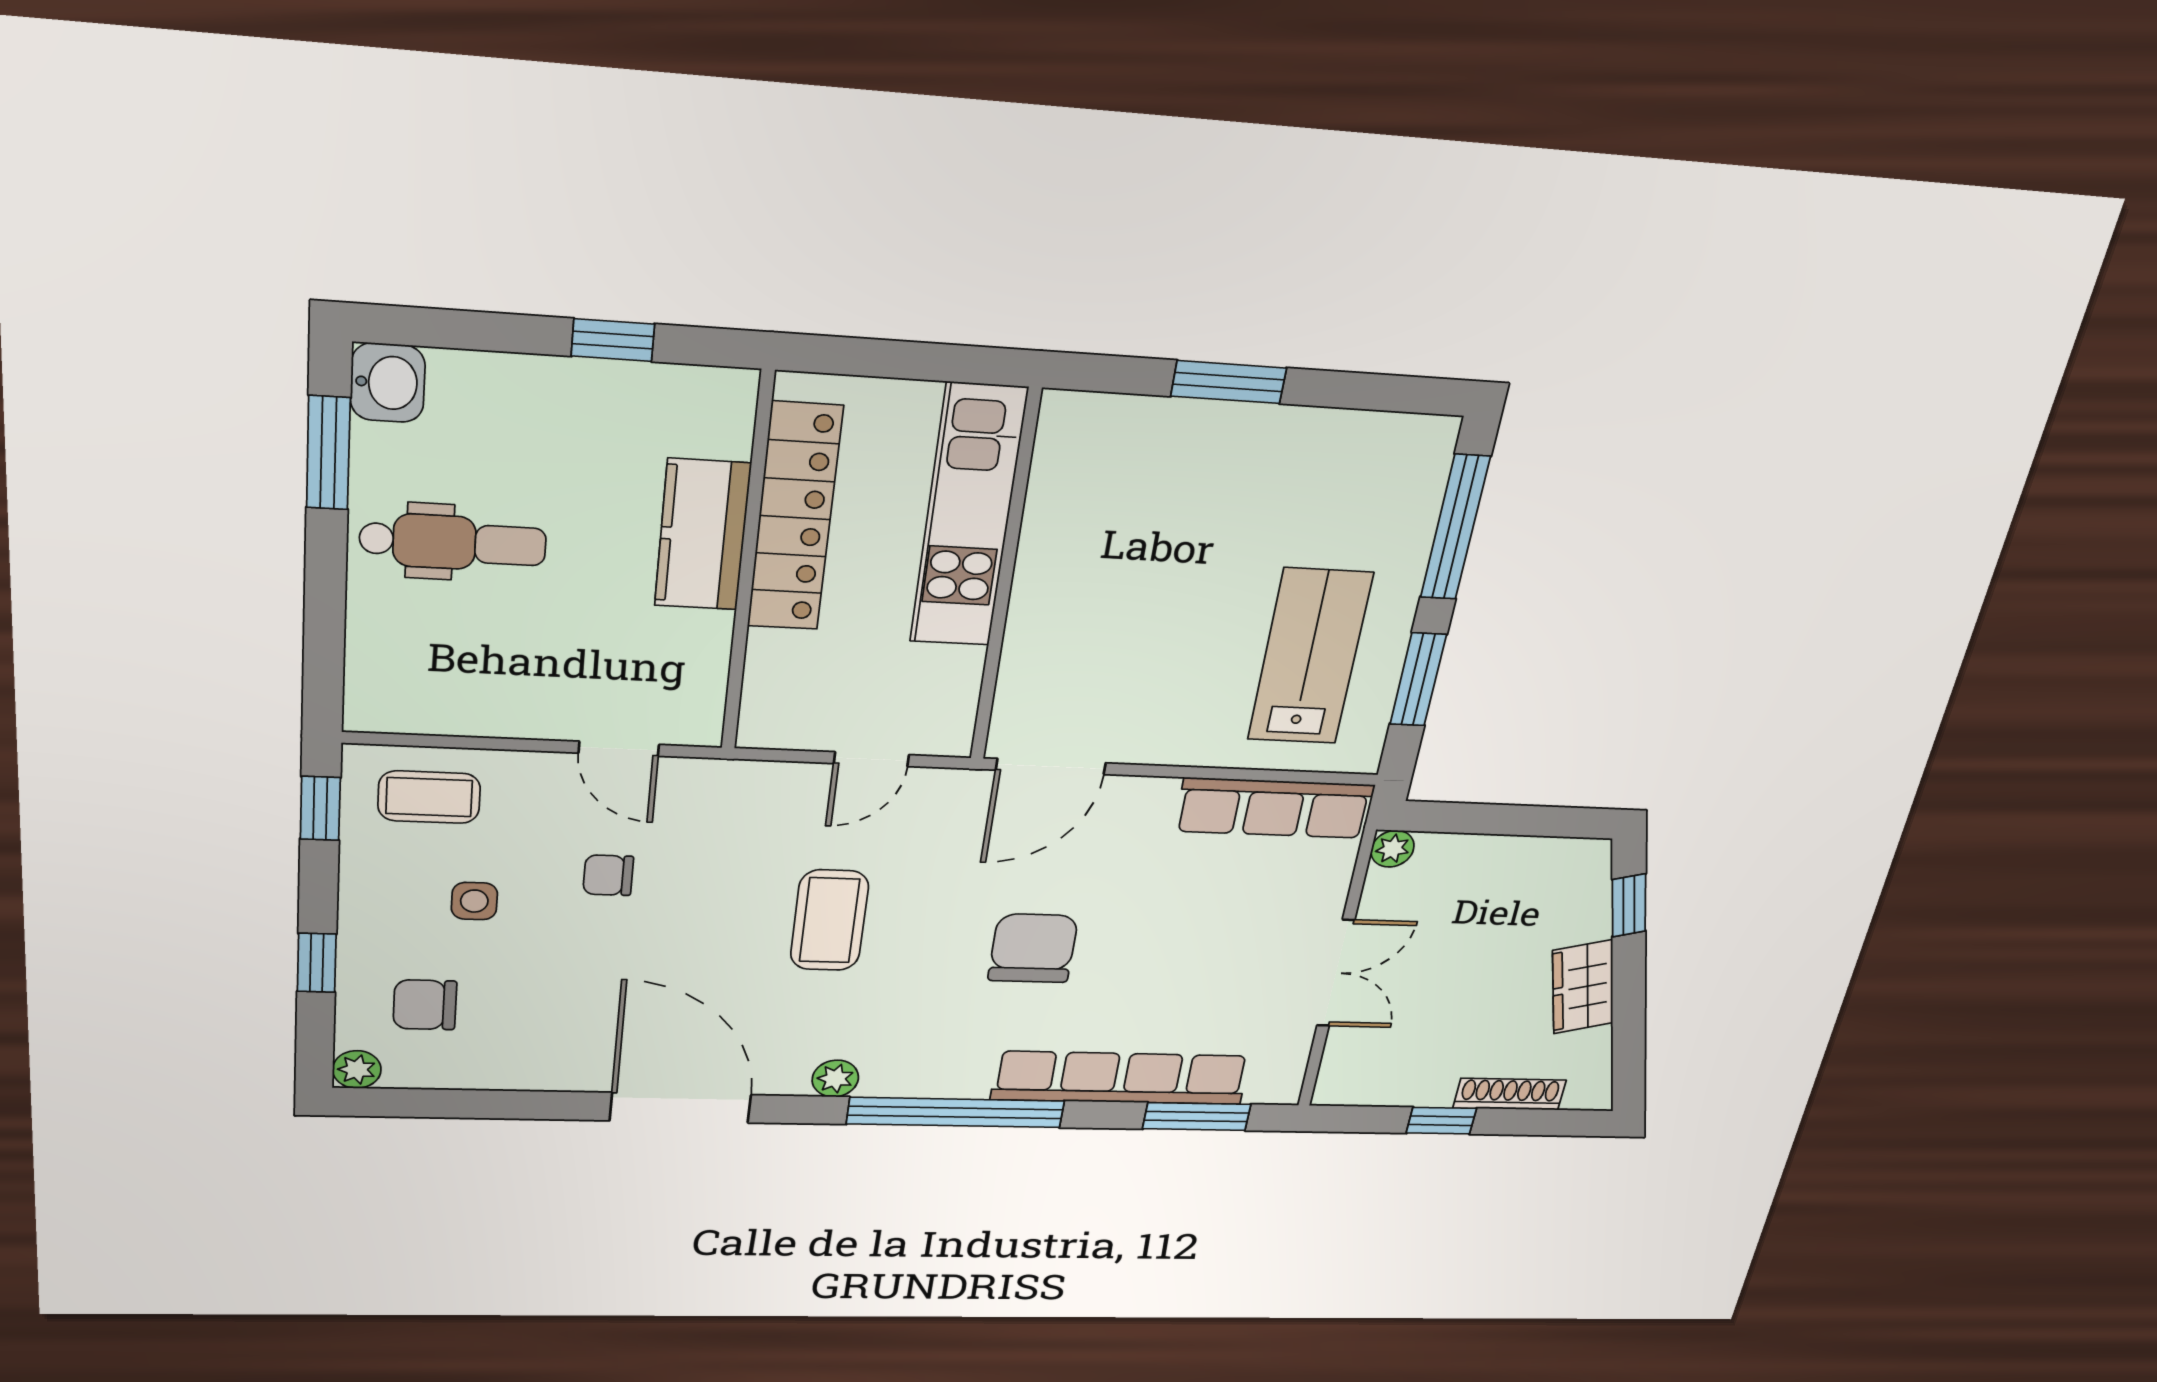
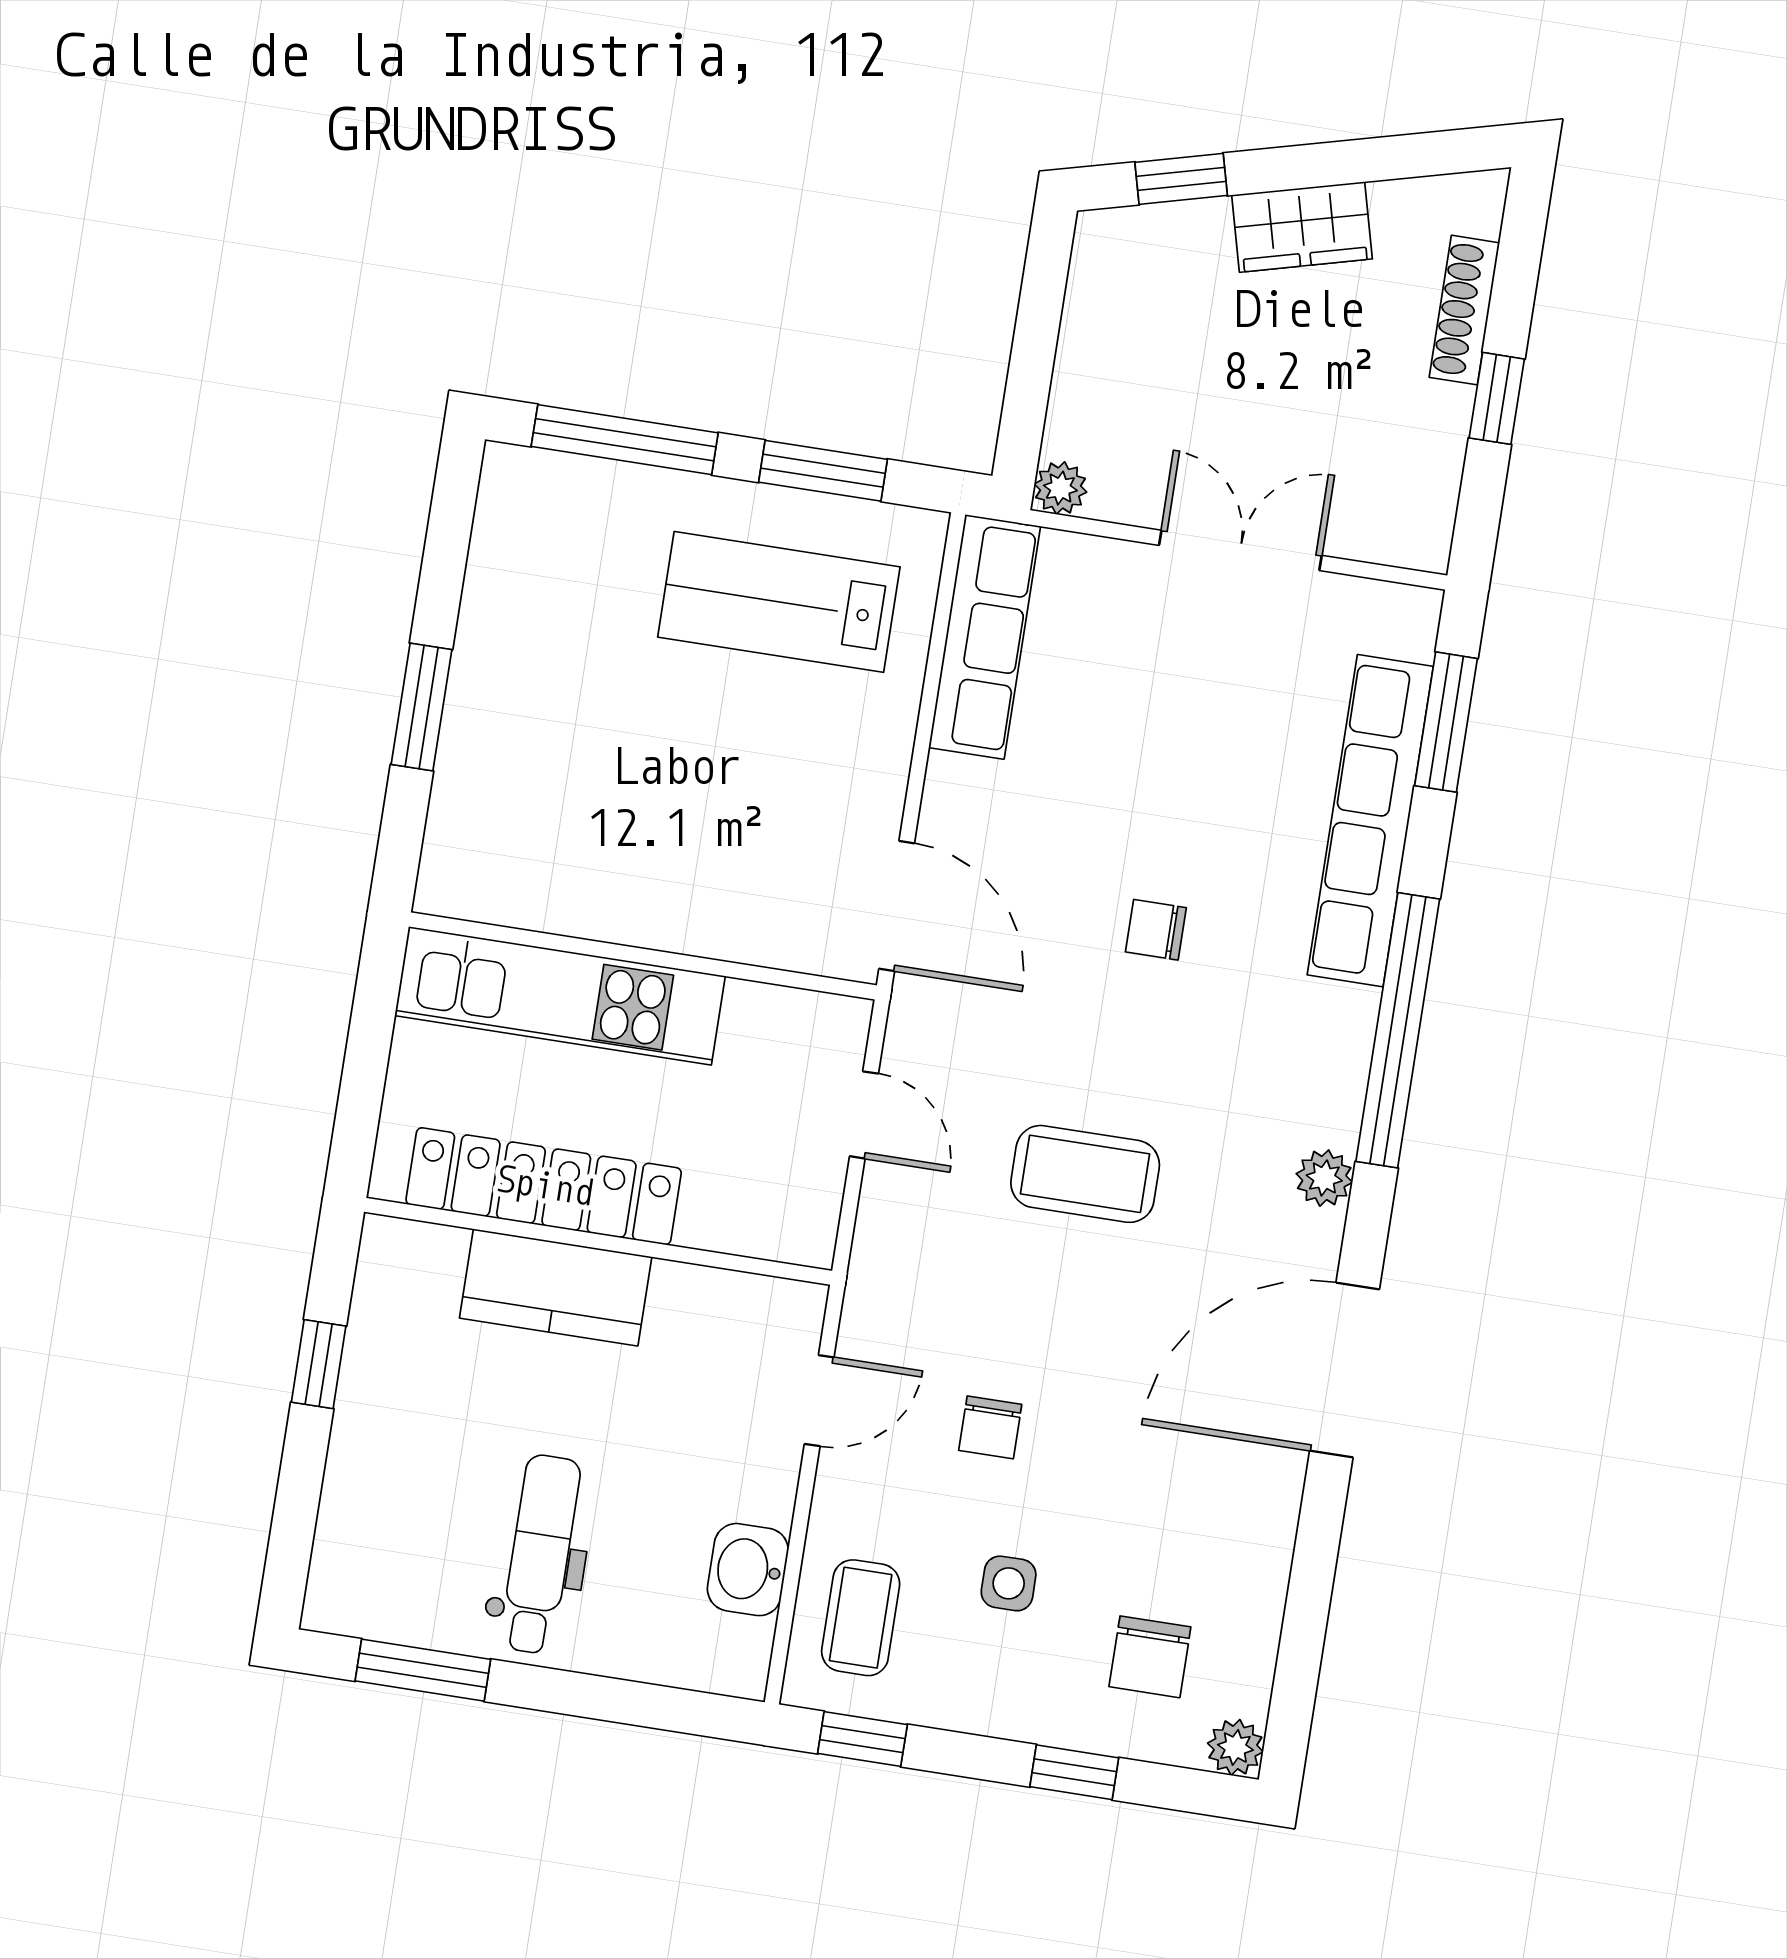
washbasin: (388, 383) -> (748, 1570), moved, turned -90
chair: (1033, 948) -> (1156, 930), width x0.54, depth x0.54

